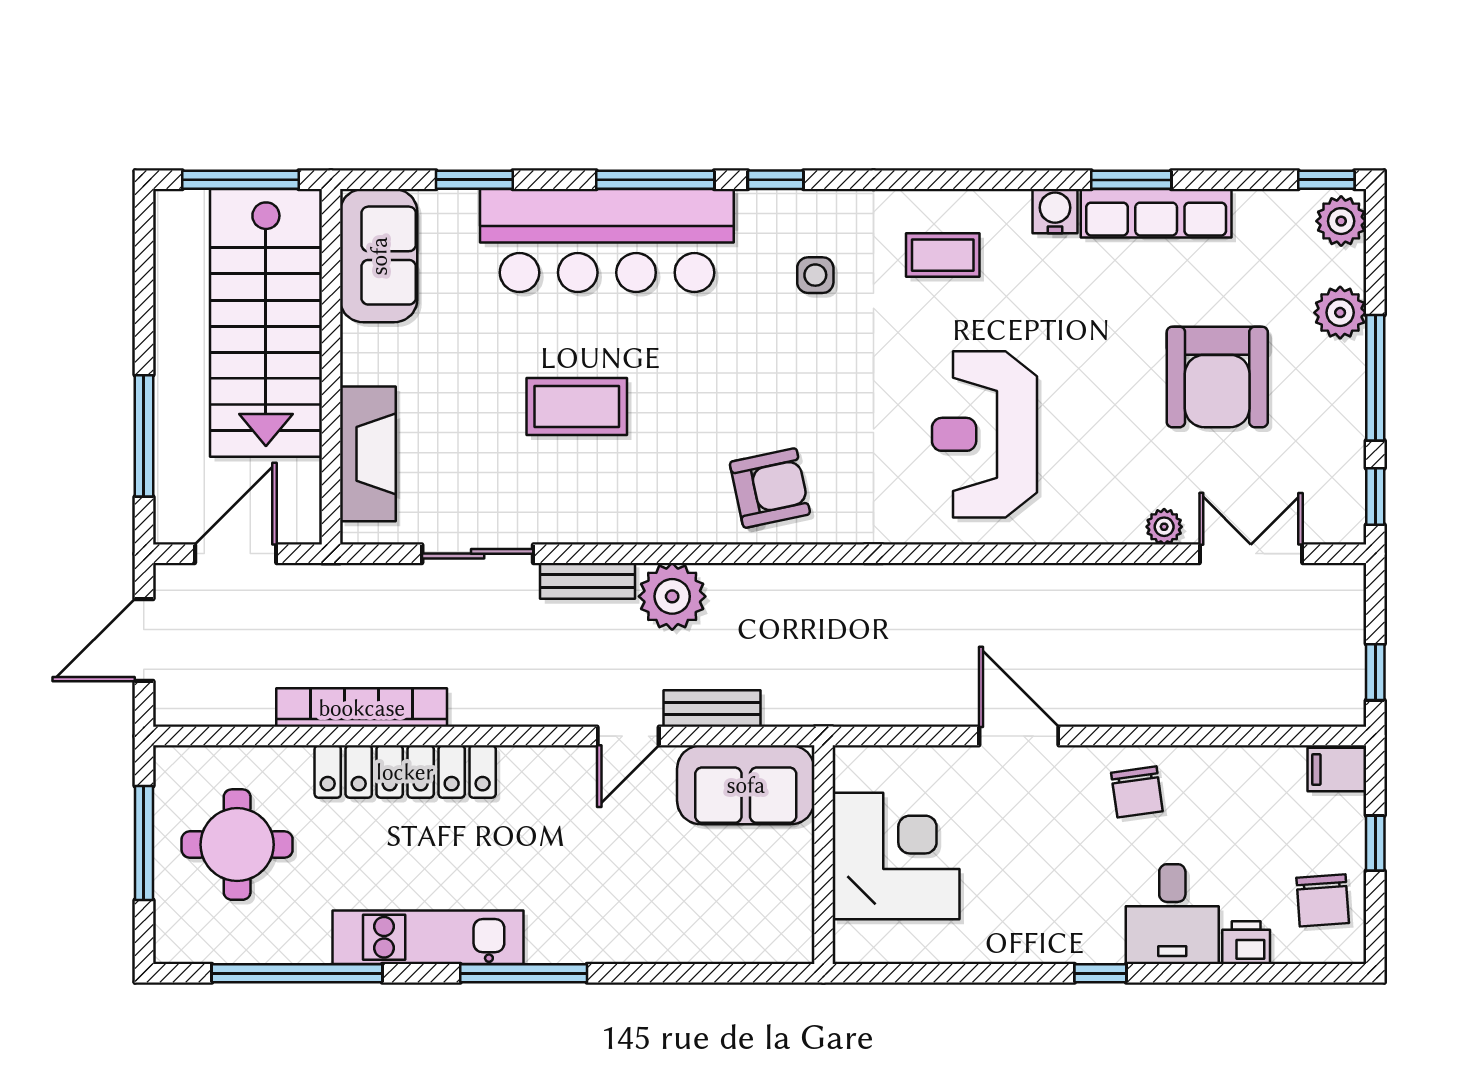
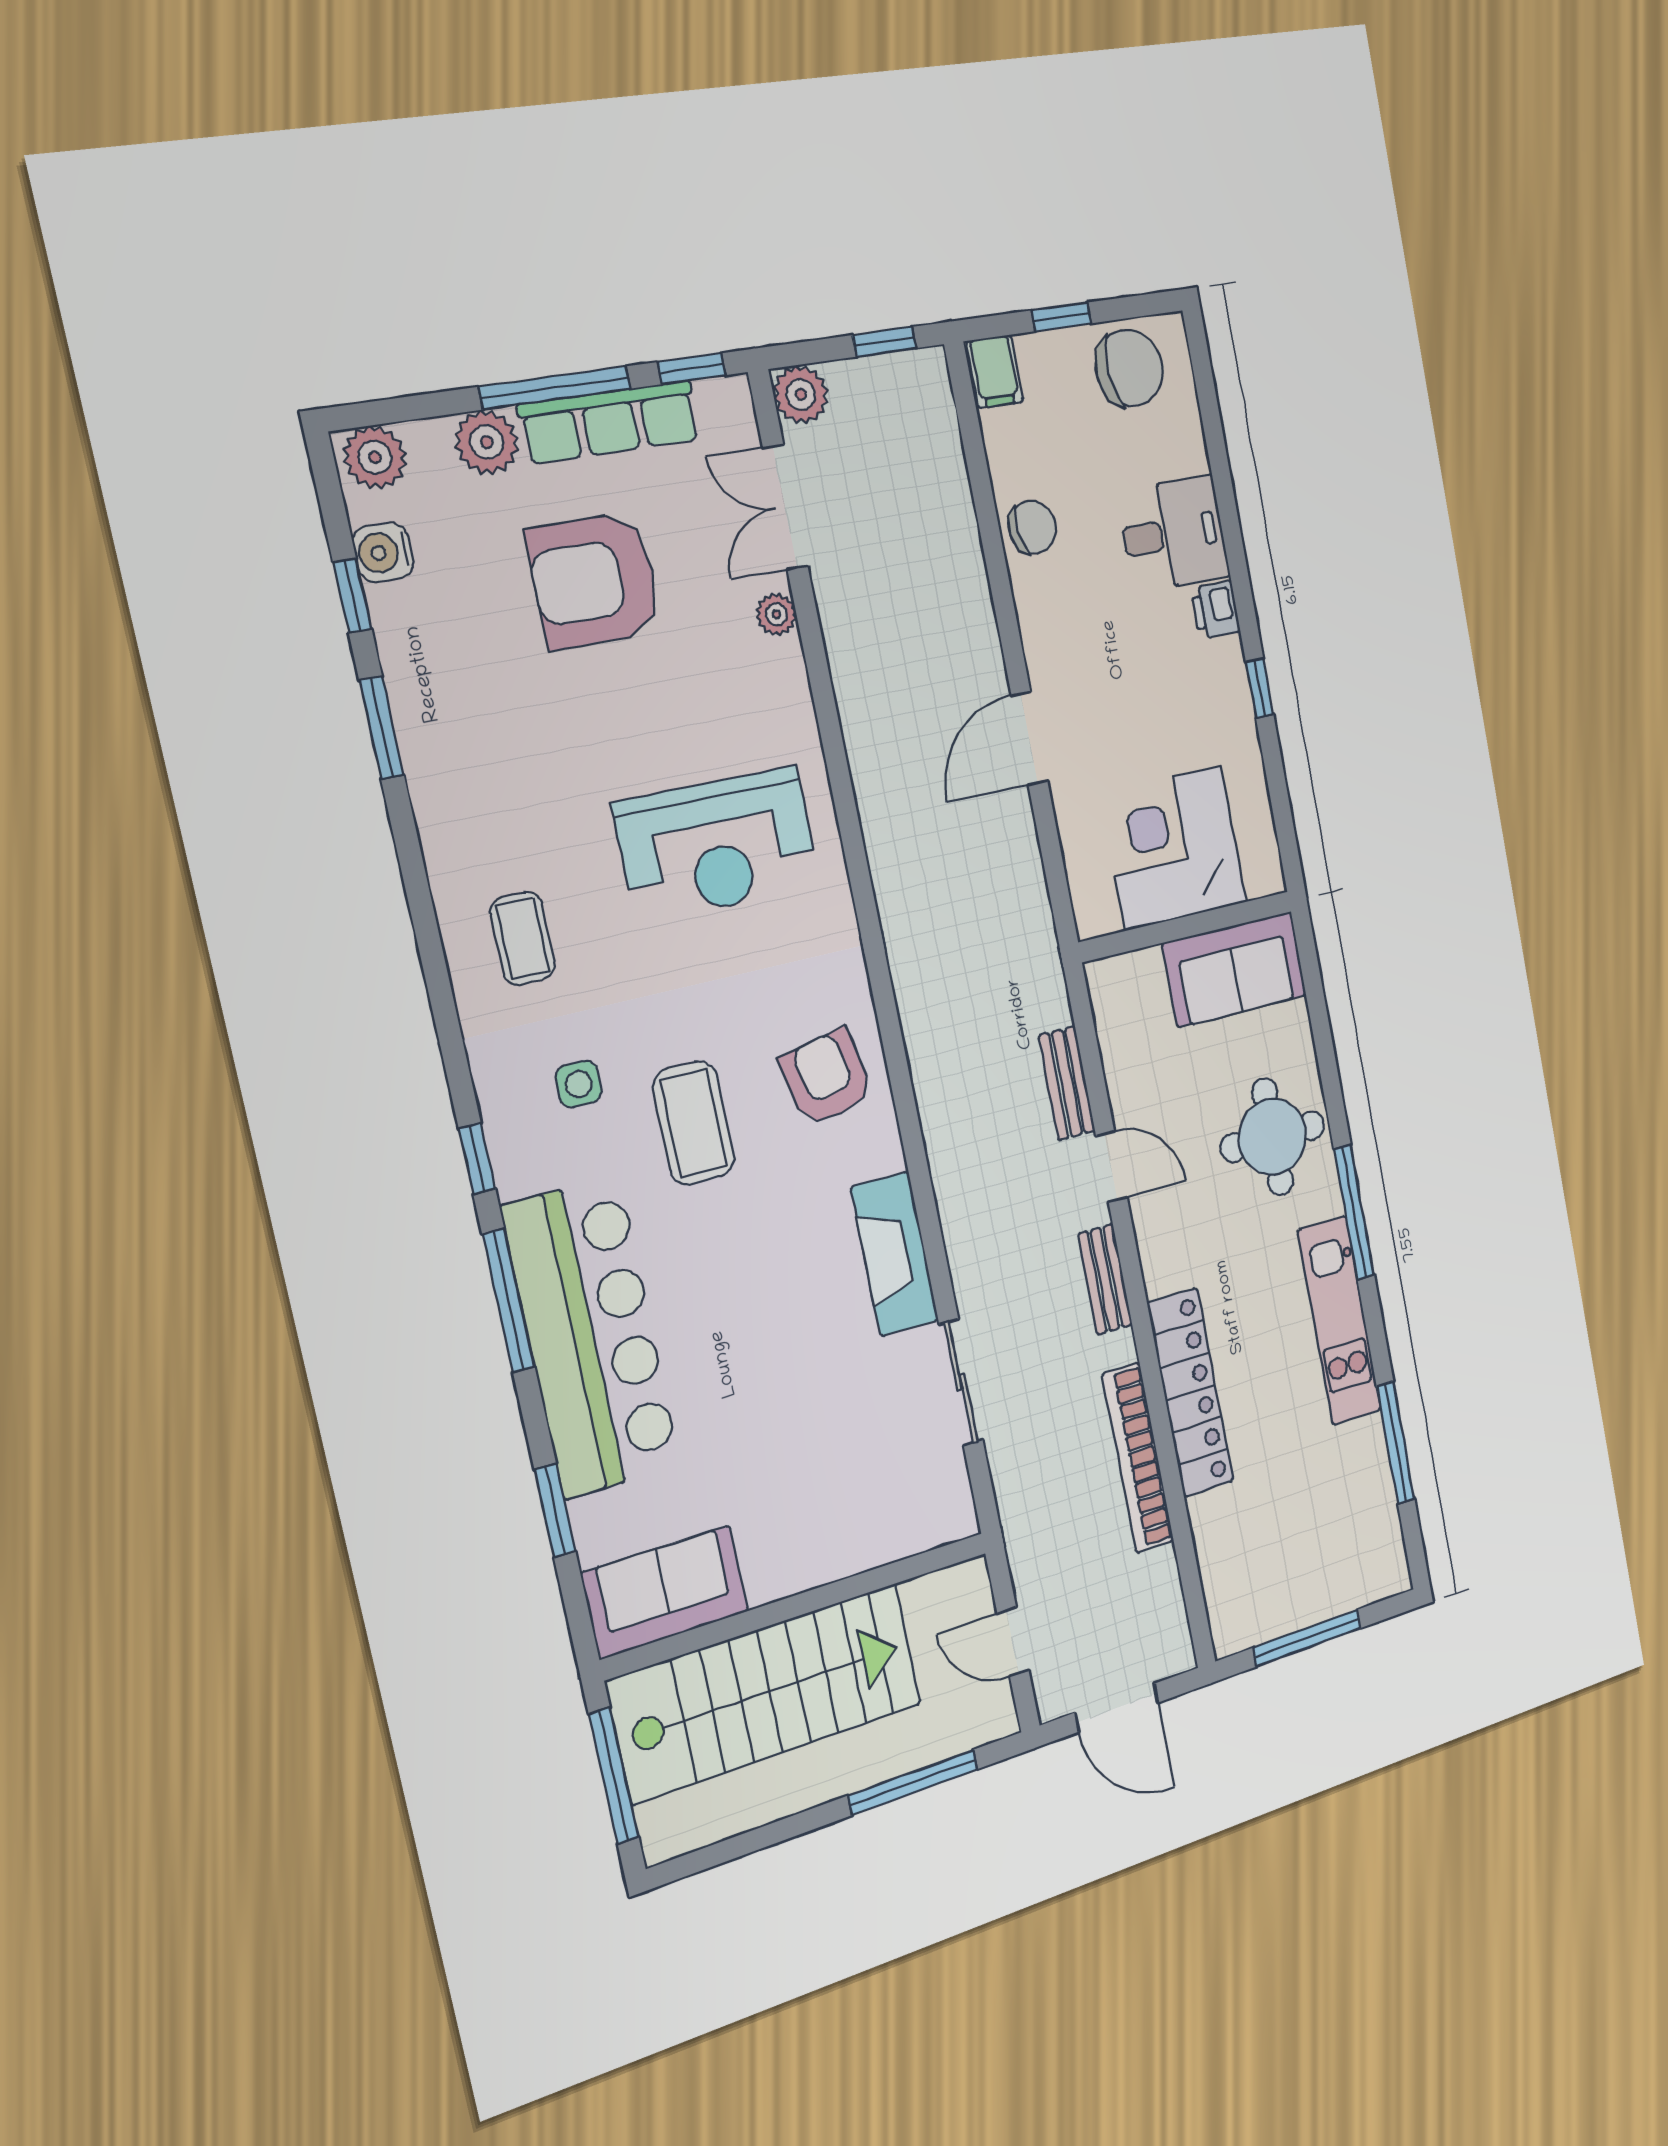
window: (1326, 180) -> (352, 596), moved
water cooler: (1055, 211) -> (383, 552), moved
row of seats: (1156, 213) -> (610, 422), moved, turned 90
armchair: (1217, 377) -> (595, 581), turned 180
coffee table: (577, 407) -> (694, 1123), moved
fireplace: (368, 454) -> (895, 1254), moved, turned -90
door: (236, 554) -> (1013, 1642), width x0.73
bench: (588, 581) -> (1105, 1279), moved
plant: (672, 596) -> (801, 395), moved, width x0.73, depth x0.73
sofa: (746, 785) -> (1235, 969), moved, turned 90
chair: (1137, 792) -> (1032, 527), moved
round table: (237, 845) -> (1273, 1137), moved
chair: (1323, 900) -> (1129, 368), width x1.37, depth x1.37
printer: (1246, 943) -> (1215, 610), moved
window: (297, 973) -> (1396, 1443), width x0.68
window: (1100, 973) -> (1260, 688), moved

